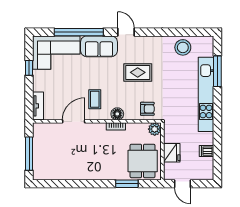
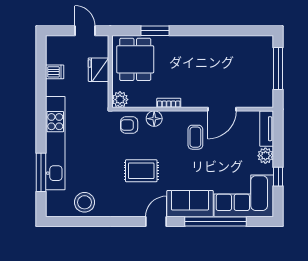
door: (126, 32) -> (156, 222), swing flipped
plant: (39, 84) -> (265, 156), added
floor lamp: (117, 114) -> (154, 119), moved

